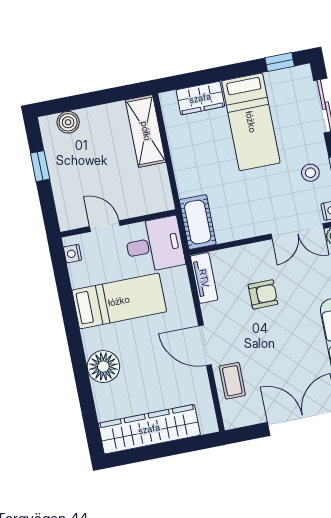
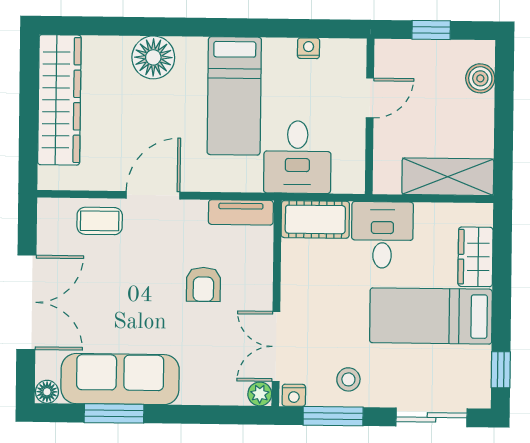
desk: (199, 170) -> (382, 235), added
wall: (118, 223) -> (370, 116), moved
door: (105, 226) -> (370, 98), moved

